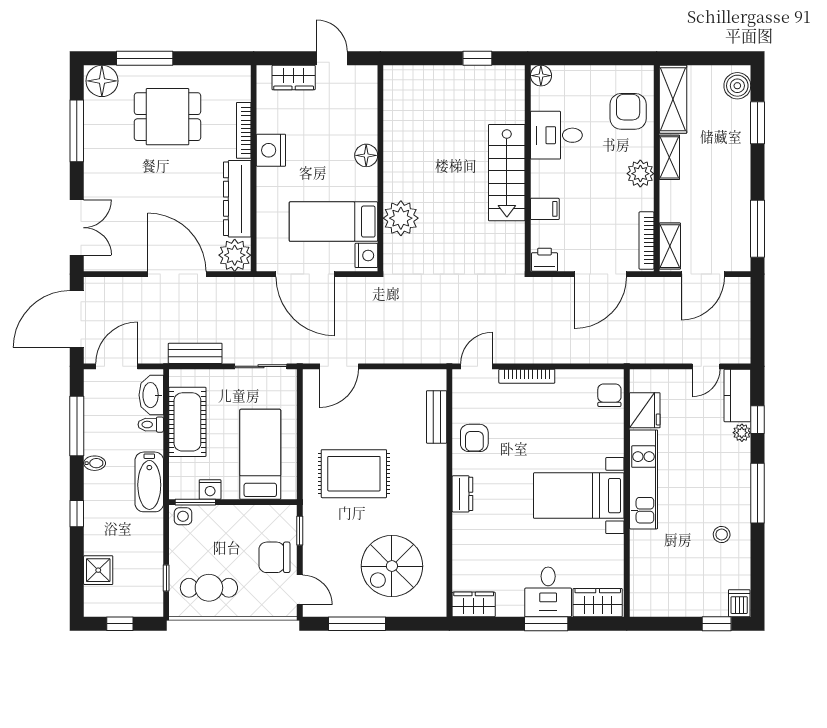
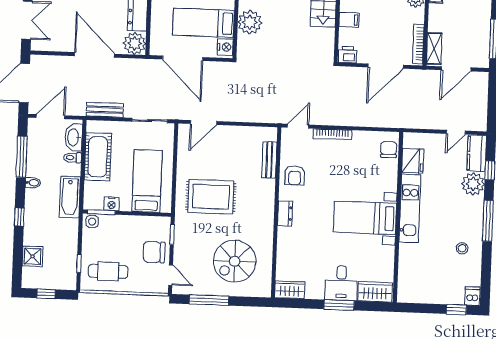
plant: (742, 433) -> (473, 184), width x1.88, depth x1.88

